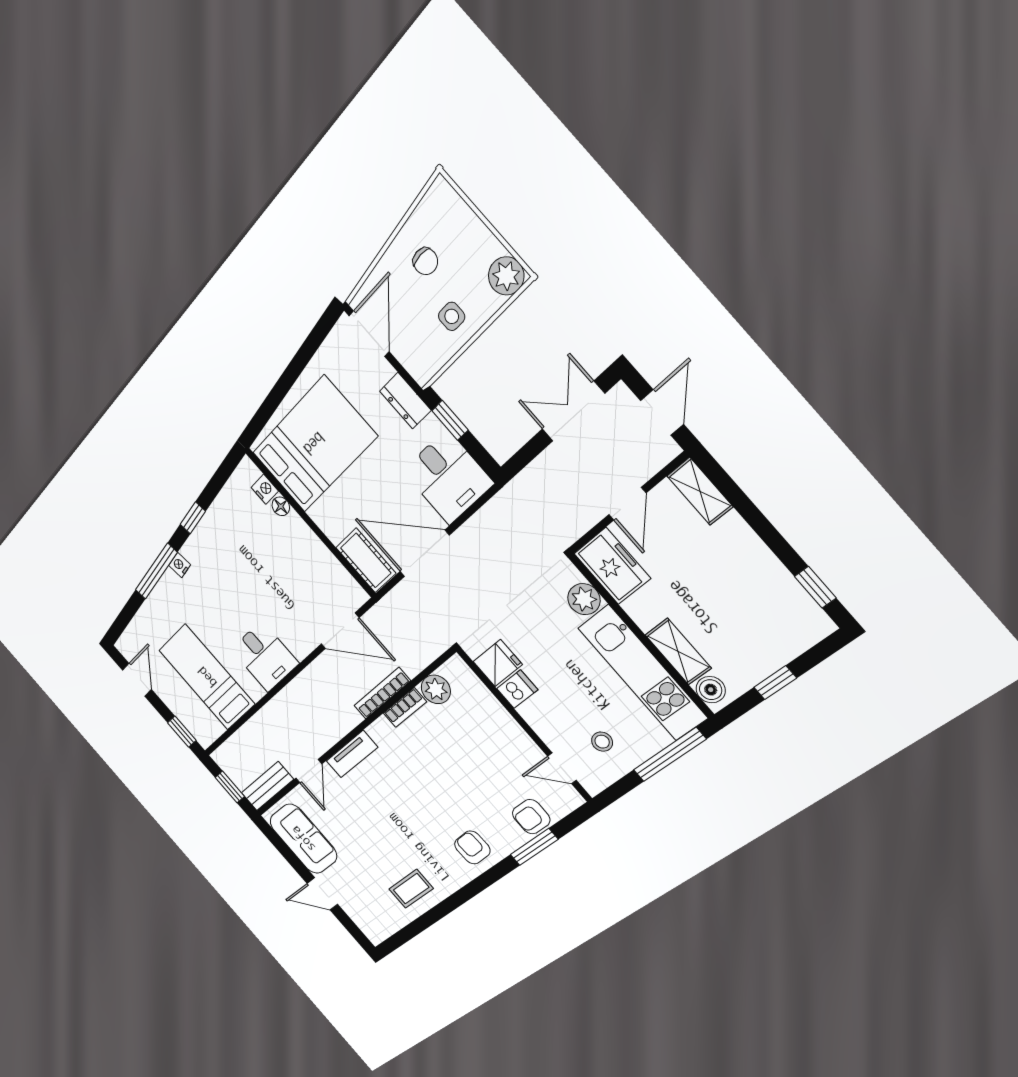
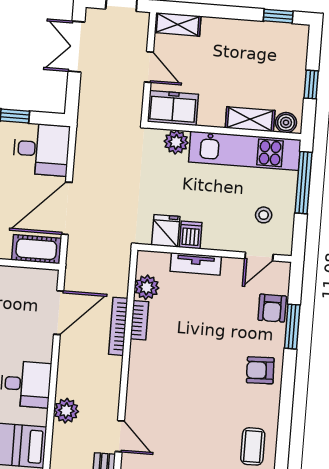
plant: (281, 709) -> (66, 411), added
tv unit: (352, 754) -> (196, 264), moved, turned 90

